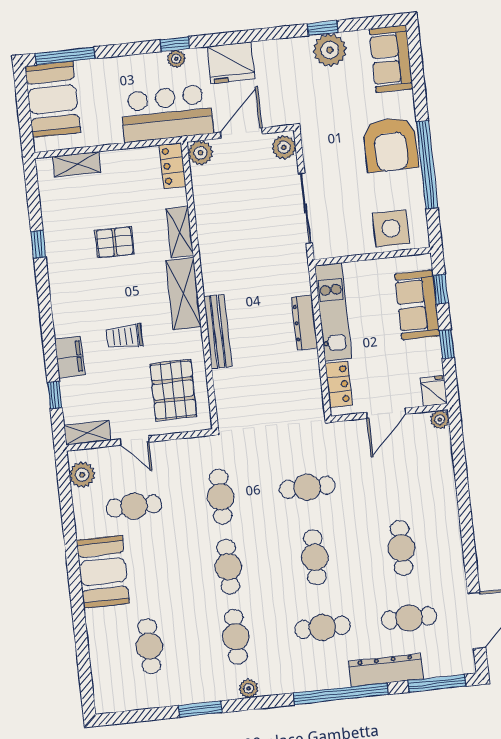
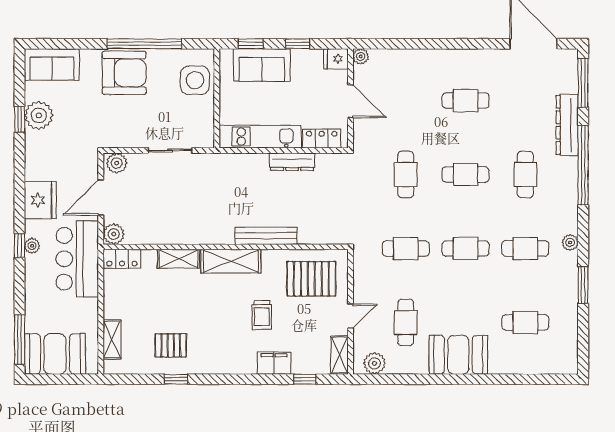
door: (241, 133) -> (101, 198), hinge flipped
sliding door: (305, 208) -> (170, 151), width x0.73
pallet: (115, 242) -> (171, 345), moved, turned 90
dresser: (305, 322) -> (292, 162), moved
cafe table: (409, 618) -> (525, 101), removed

